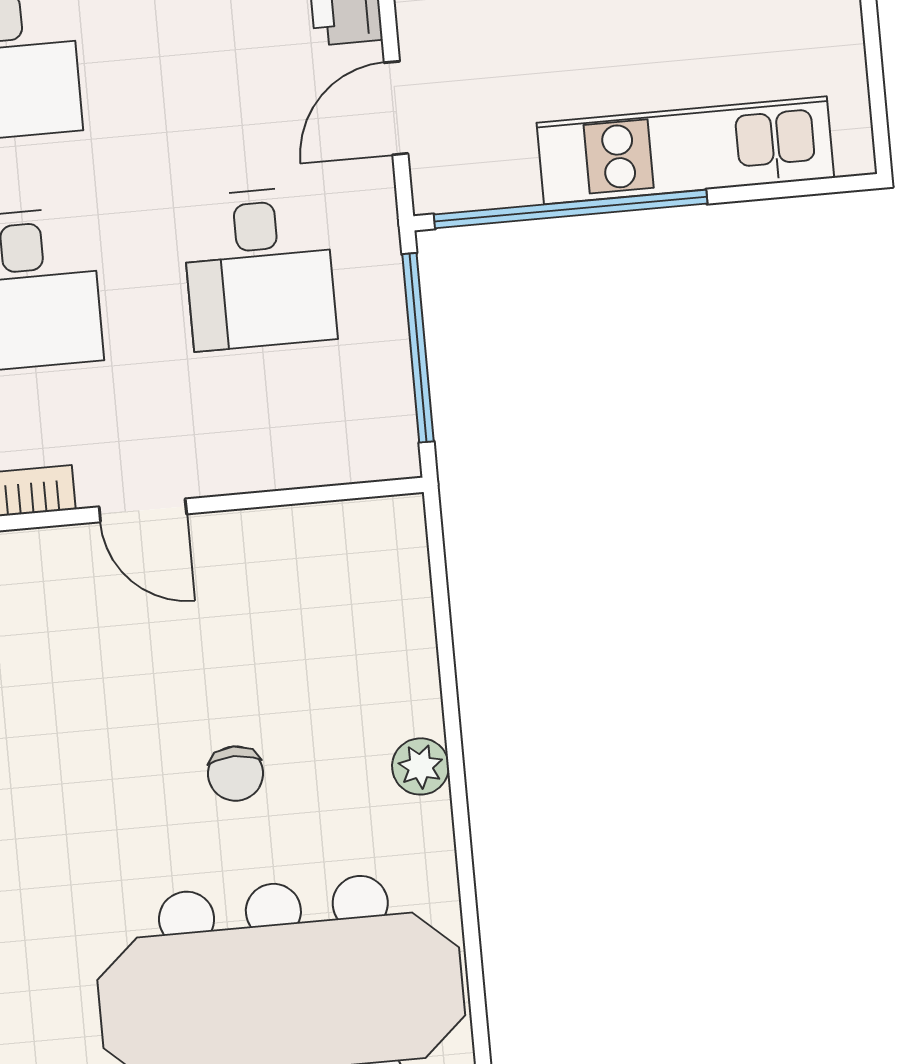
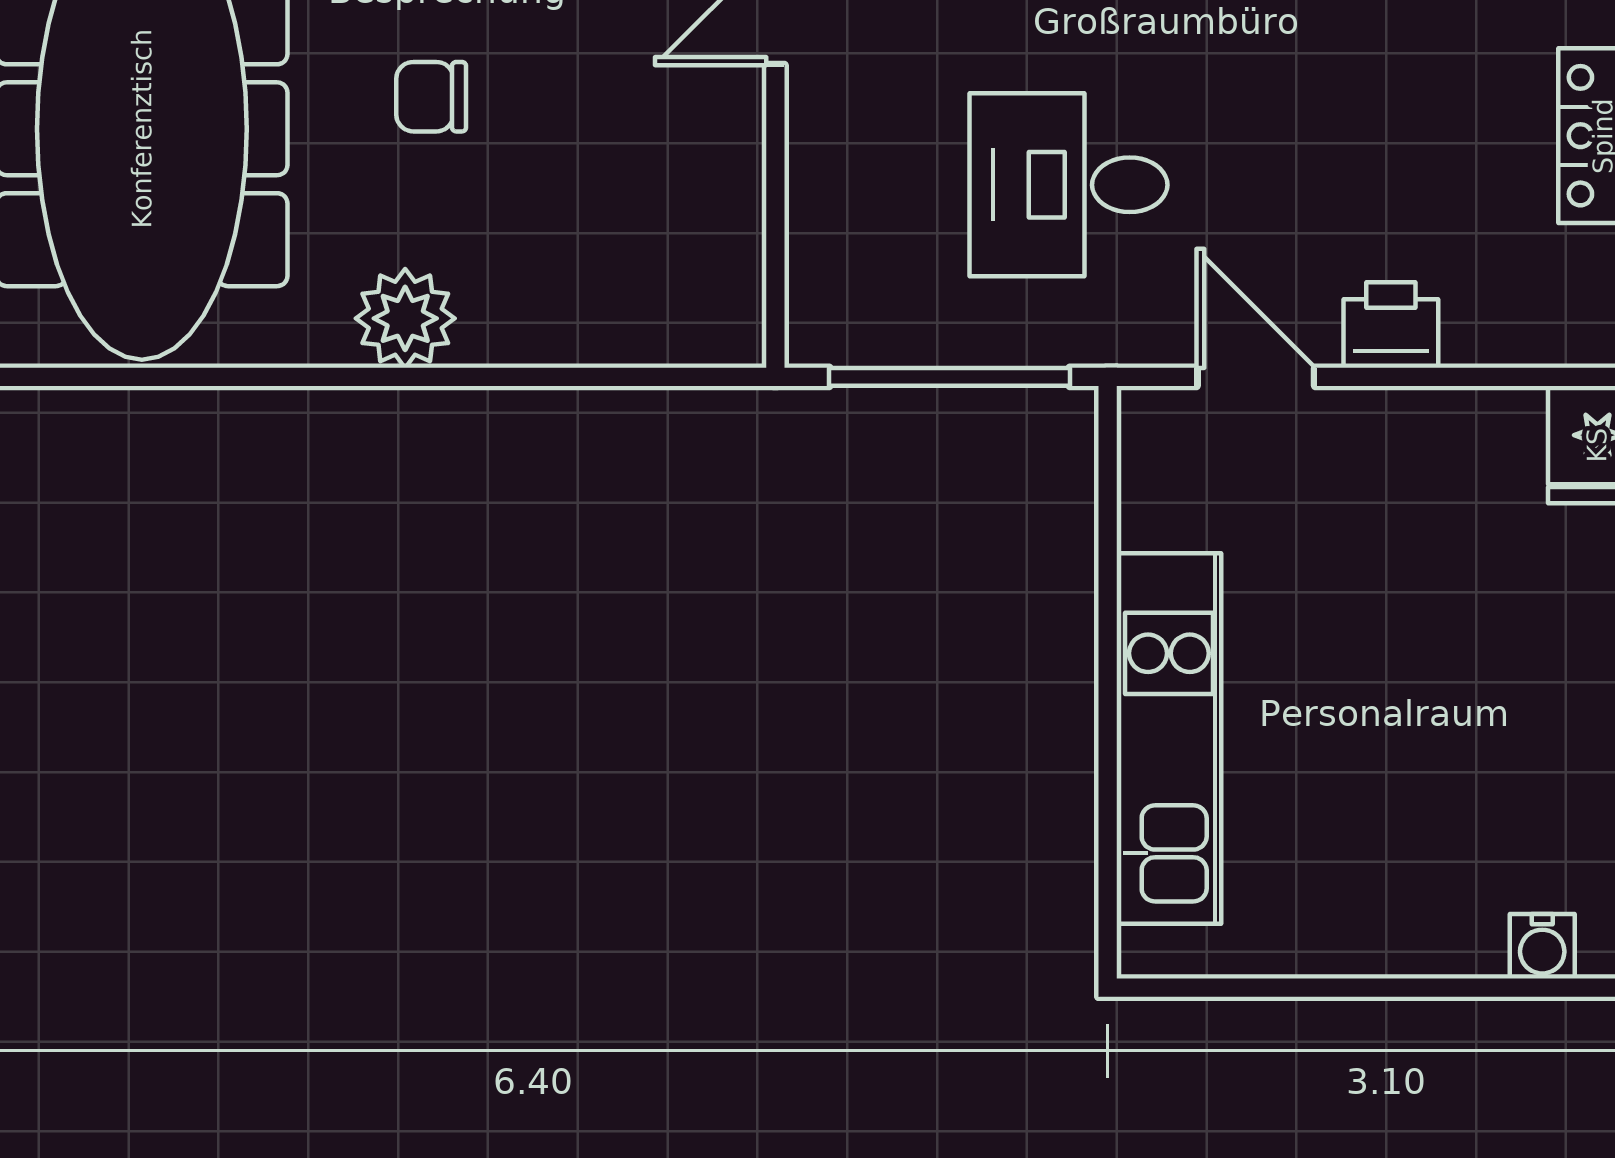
window: (571, 209) -> (1108, 586), removed
plant: (420, 766) -> (405, 318), width x1.38, depth x1.38

